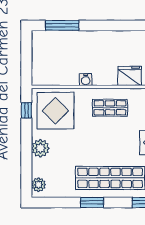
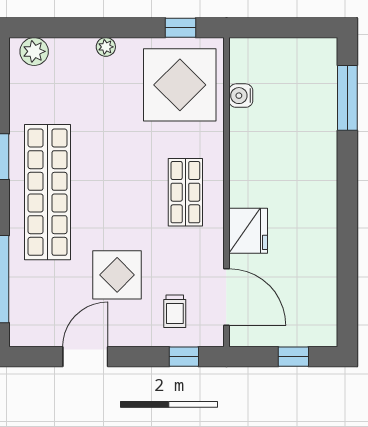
water cooler: (86, 80) -> (241, 96), moved
plant: (40, 148) -> (106, 47), width x0.53, depth x0.53

